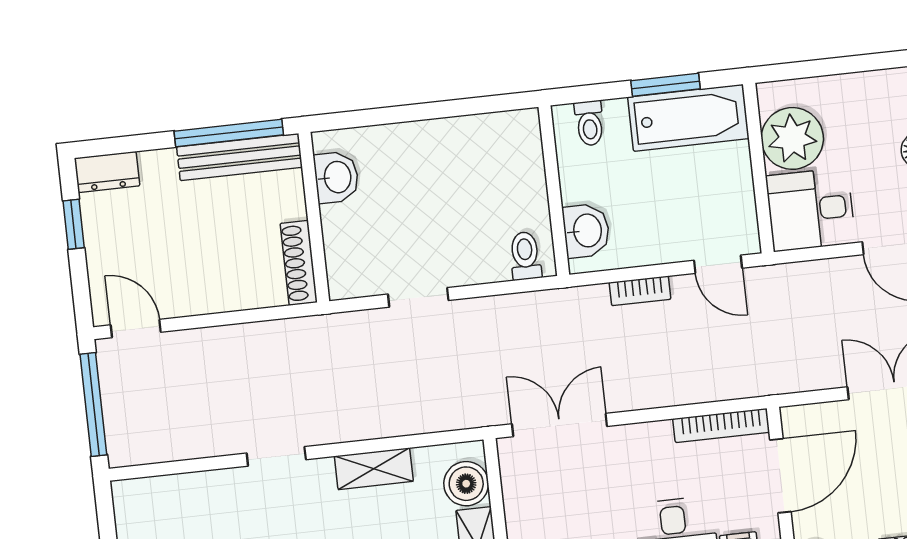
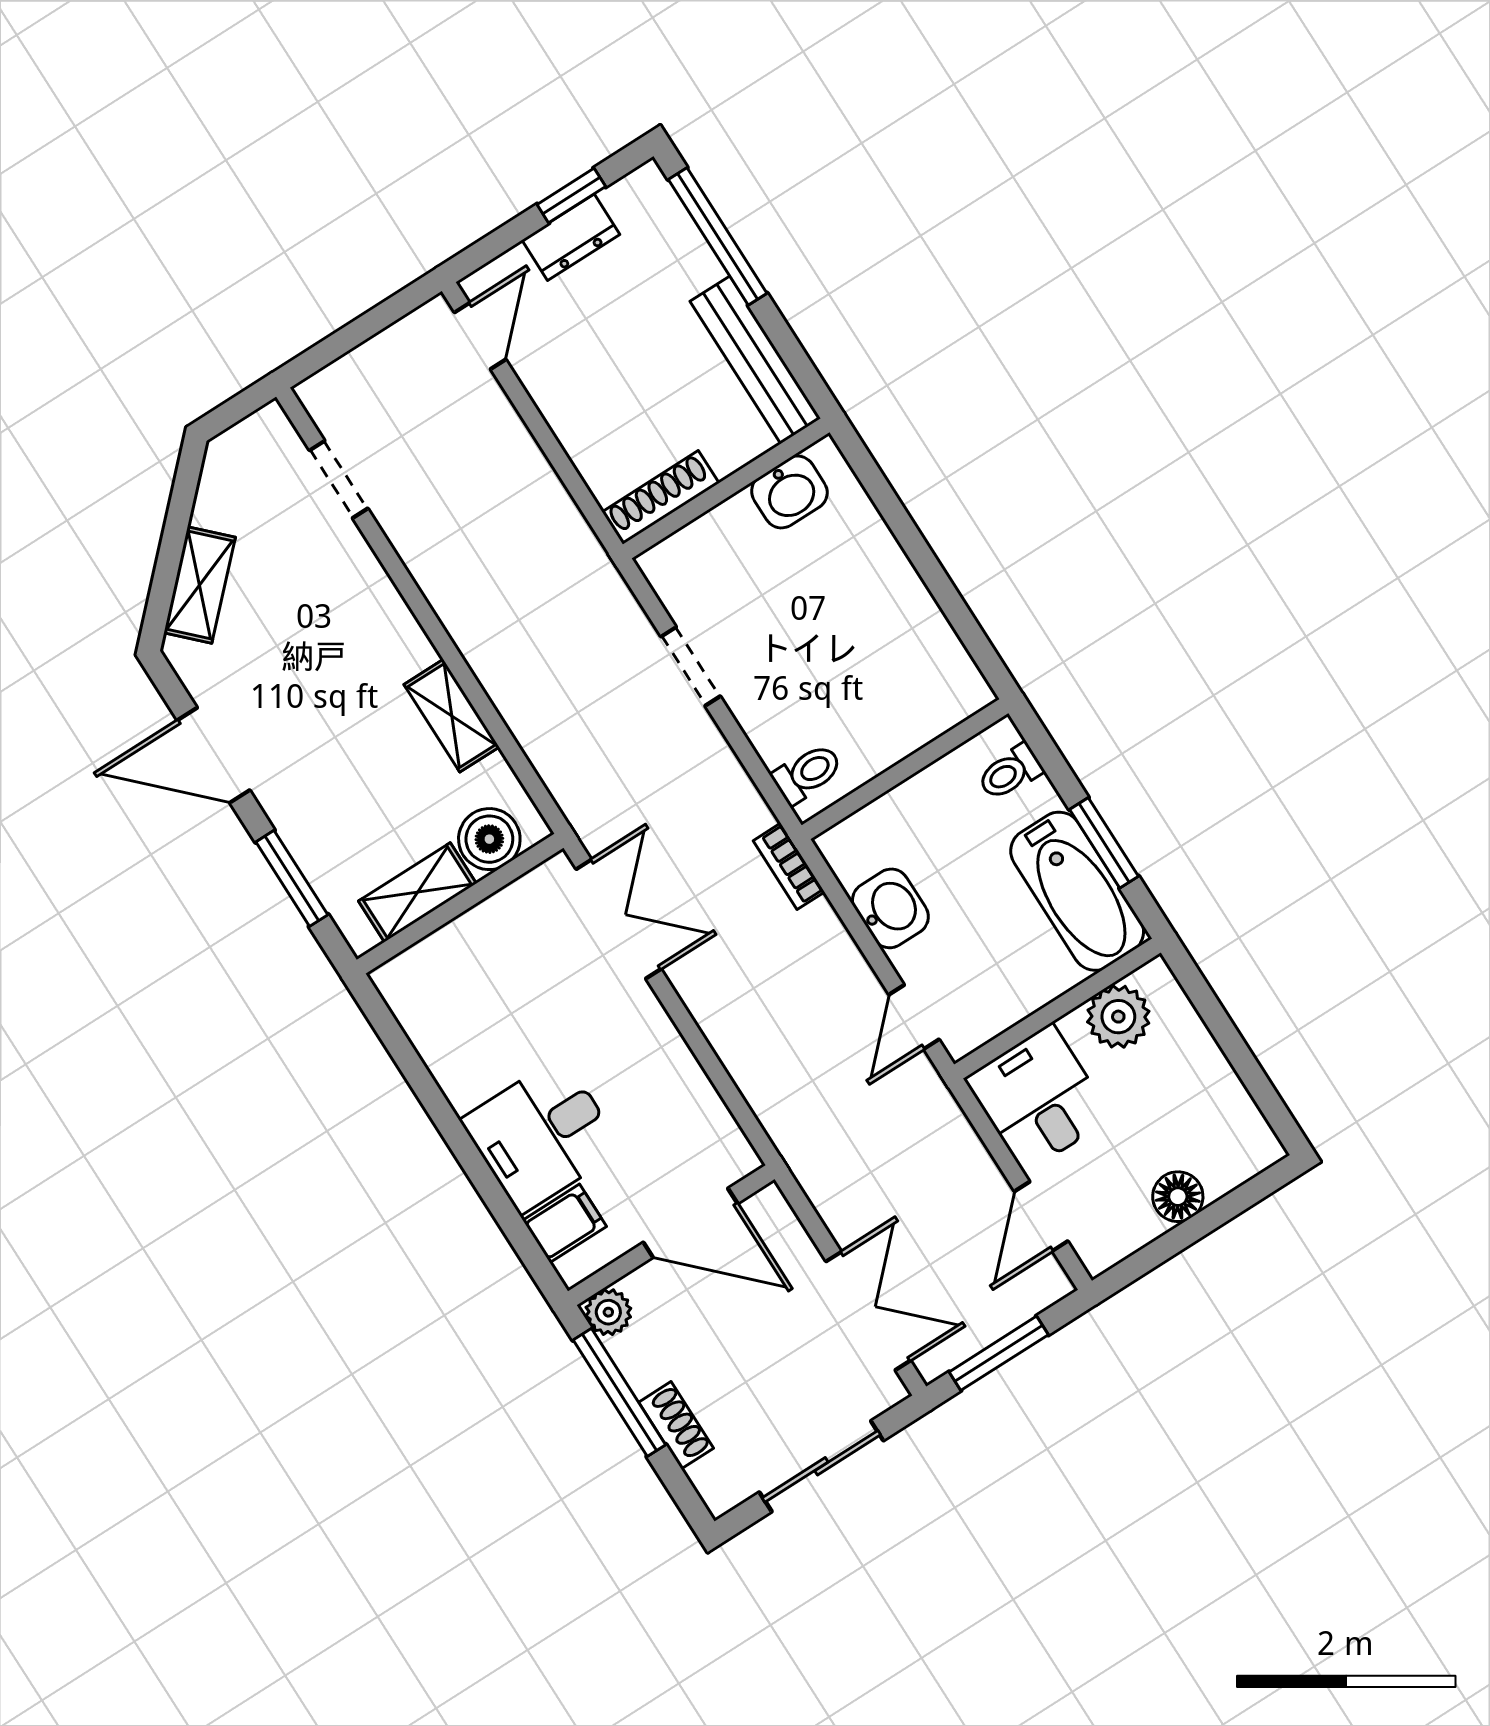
window: (229, 133) -> (718, 236), moved
plant: (792, 138) -> (1118, 1017), width x0.73, depth x0.73
dresser: (107, 172) -> (571, 237), moved, turned -90
washbasin: (586, 231) -> (890, 908), moved, turned -90
bookcase: (640, 291) -> (789, 866), moved
window: (93, 404) -> (360, 330), removed
bookcase: (721, 425) -> (717, 1119), removed
doorway: (276, 456) -> (339, 479), moved

